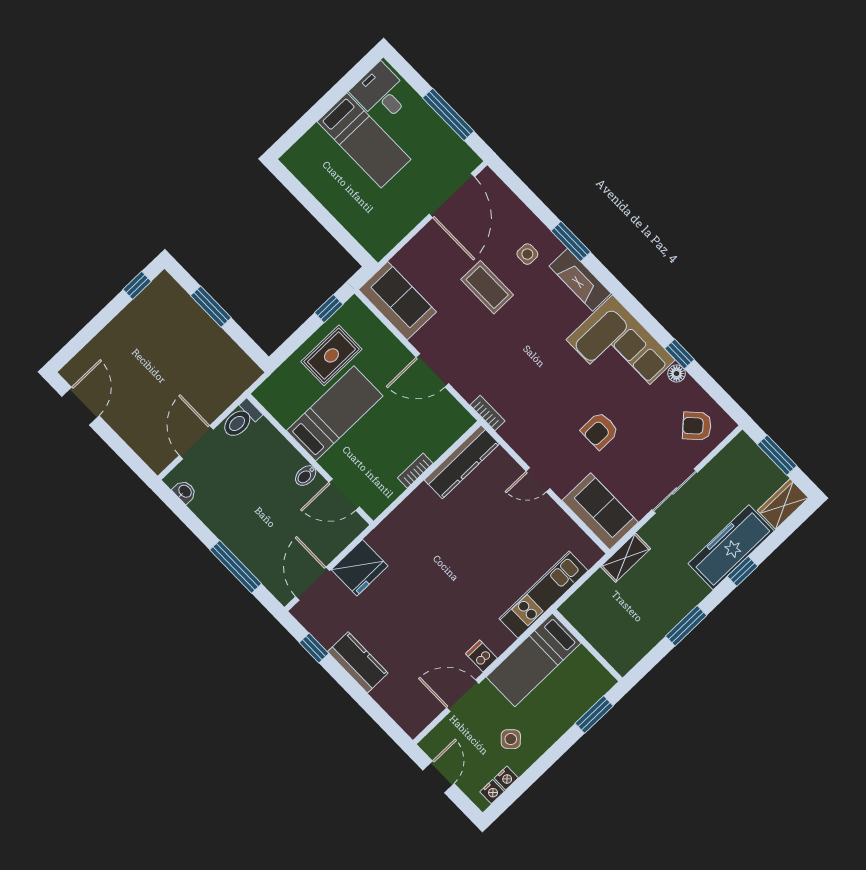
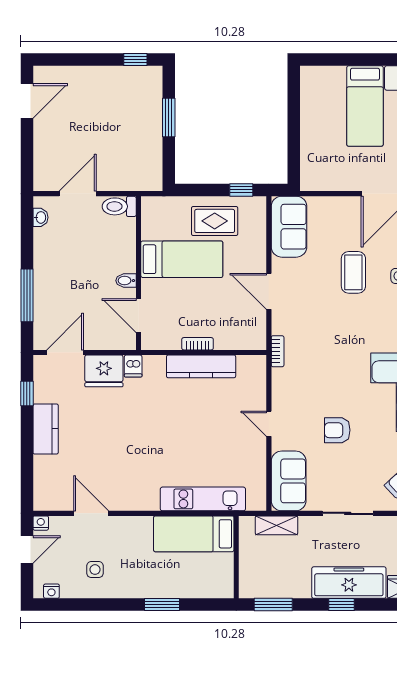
kitchen counter: (462, 462) -> (201, 366), moved
wall: (587, 645) -> (236, 557), moved
dishwasher: (481, 656) -> (133, 366), moved, turned 180
bed: (534, 660) -> (194, 534), moved
side table: (511, 739) -> (95, 570), turned 45
nightstand: (506, 778) -> (41, 523), moved, turned 180

